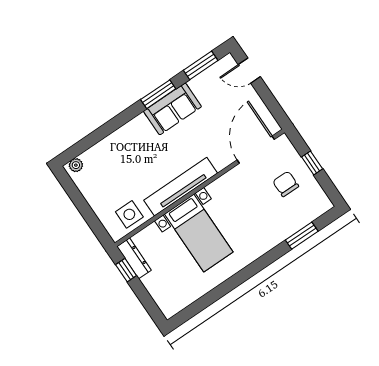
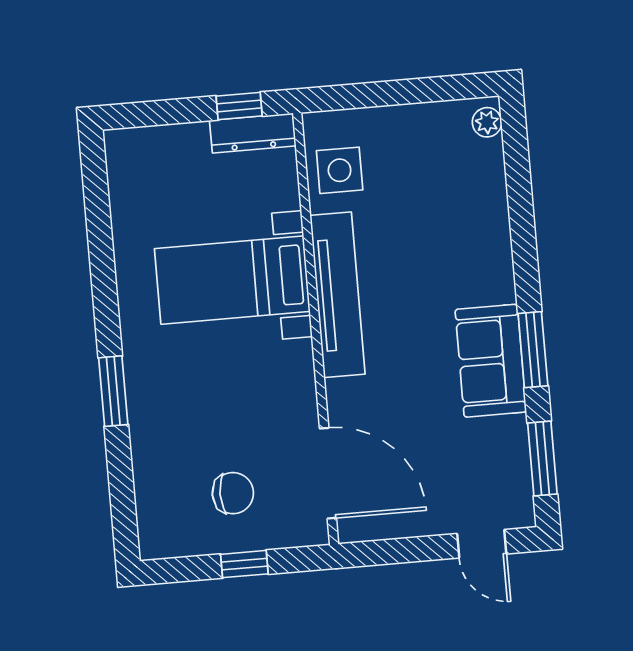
door: (249, 71) -> (482, 544), swing flipped
window: (302, 236) -> (113, 391), moved

